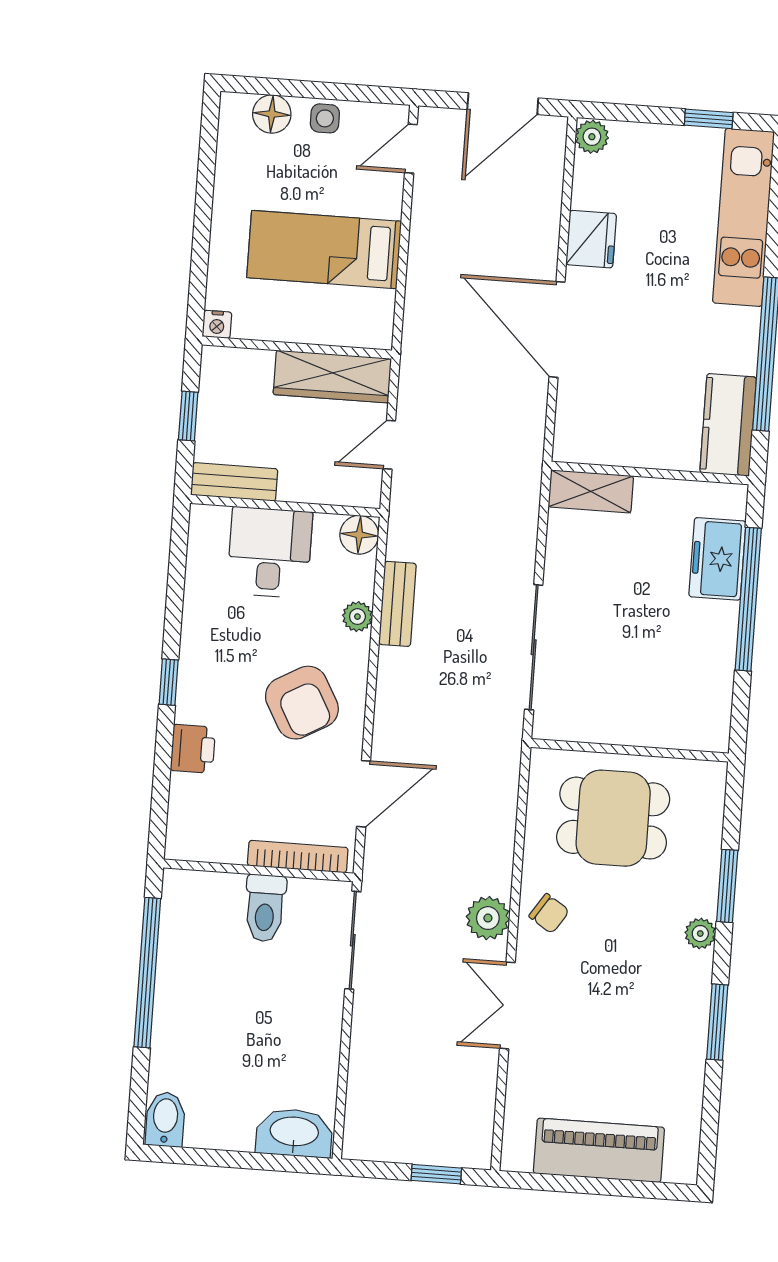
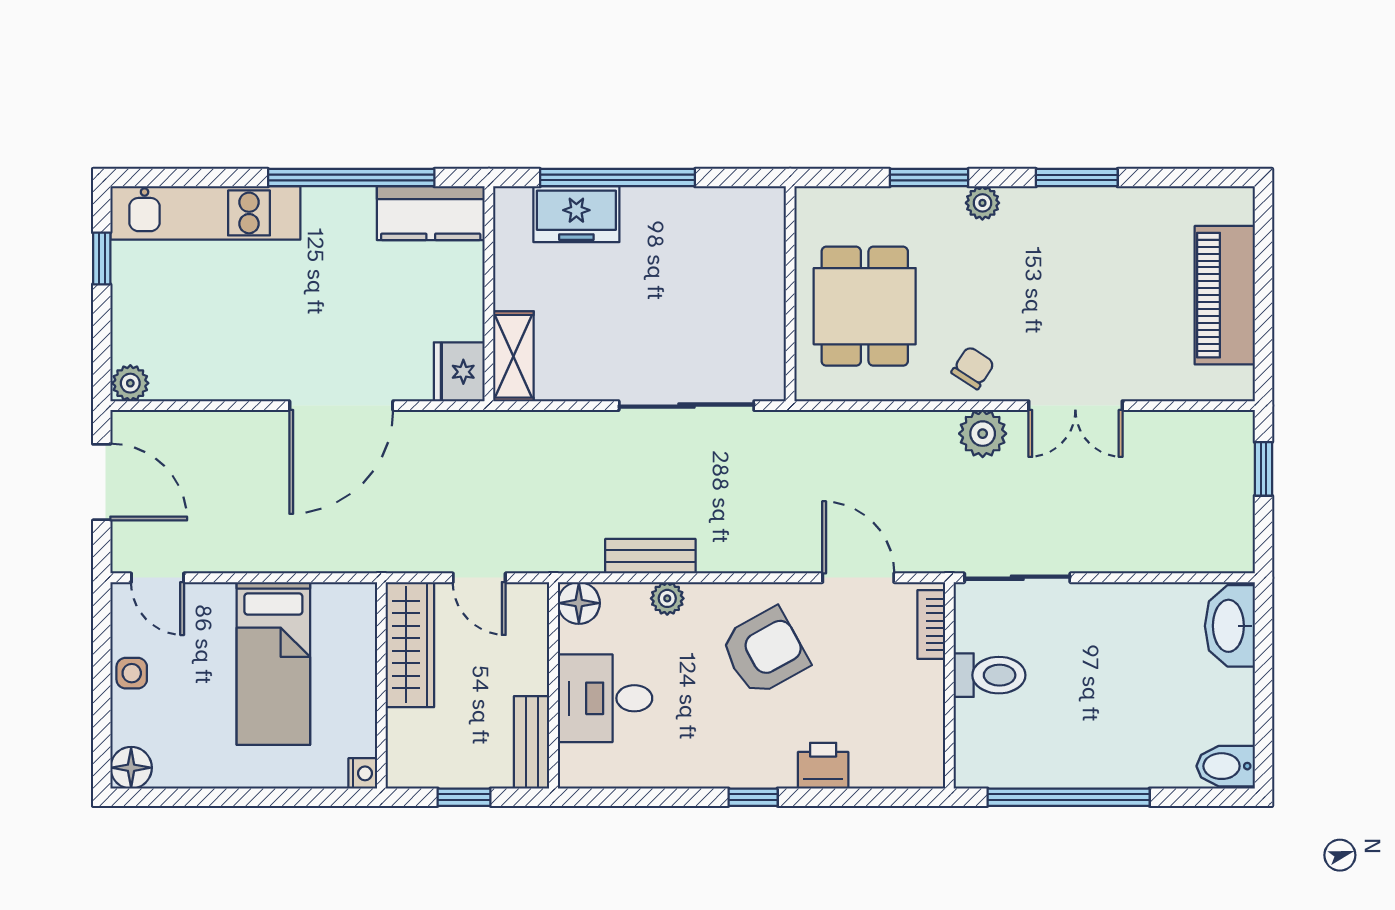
floor lamp: (272, 114) -> (131, 768), moved
fridge: (591, 239) -> (459, 372), moved, turned -90
bookcase: (298, 857) -> (931, 624), width x0.64

